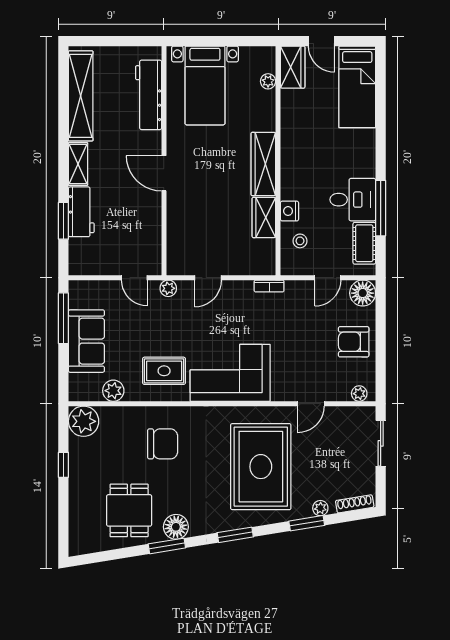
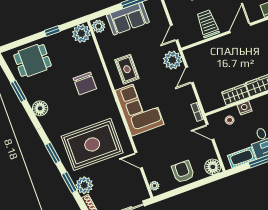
trolley: (139, 221) -> (208, 24), added
door: (208, 278) -> (189, 75), hinge flipped
door: (328, 278) -> (210, 132), moved
plant: (168, 288) -> (172, 60), width x1.87, depth x1.87
plant: (113, 391) -> (99, 26), moved
plant: (320, 508) -> (84, 185), width x1.87, depth x1.87
dining table: (129, 510) -> (32, 60), moved
window: (235, 535) -> (53, 153), moved
window: (167, 546) -> (18, 91), moved

